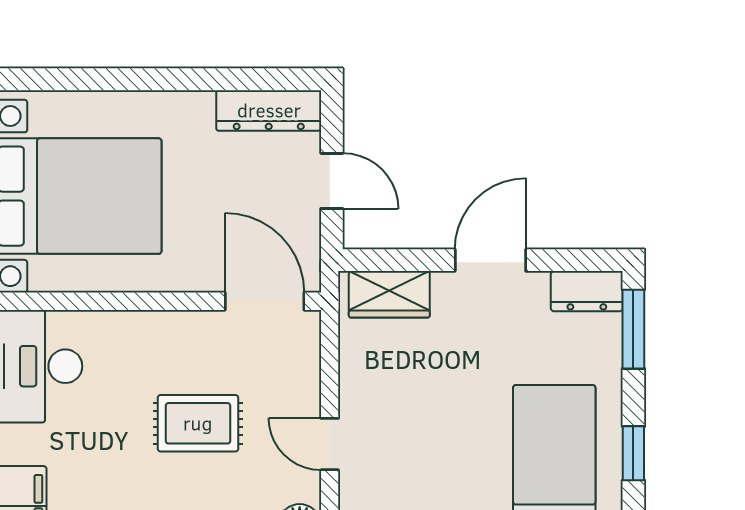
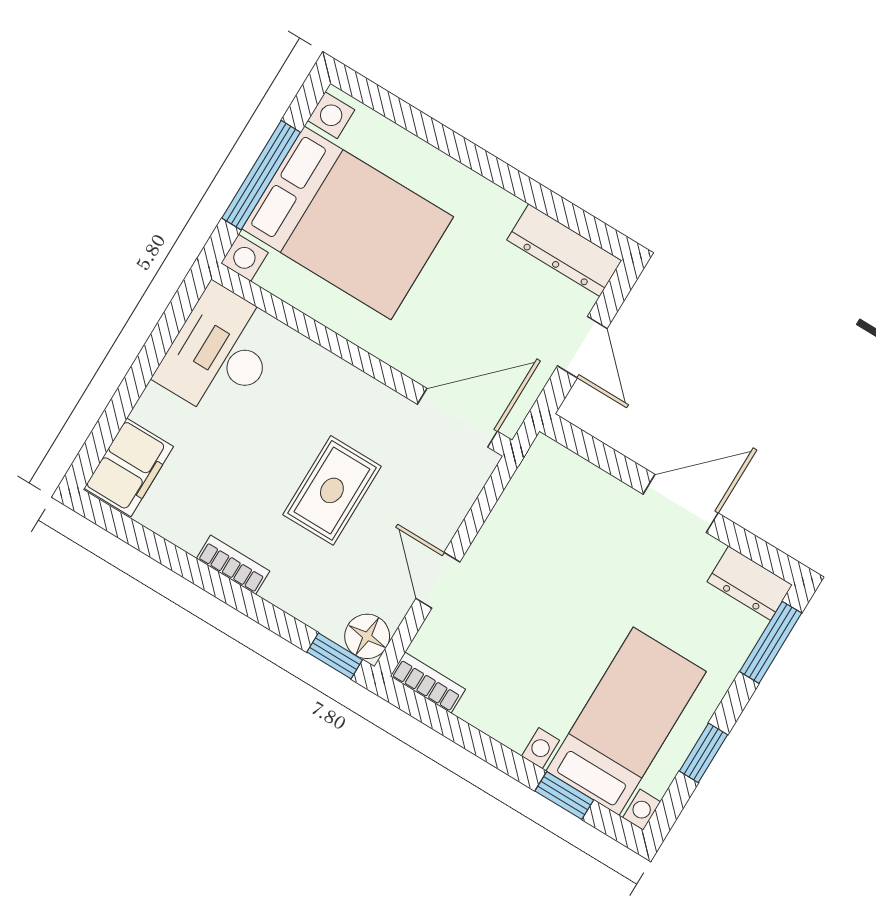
wardrobe: (389, 294) -> (572, 479), removed
door: (265, 301) -> (457, 418), hinge flipped
rug: (198, 423) -> (332, 490), turned 90

